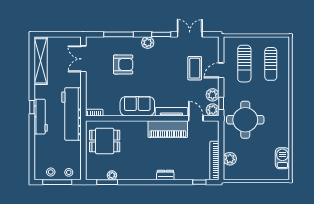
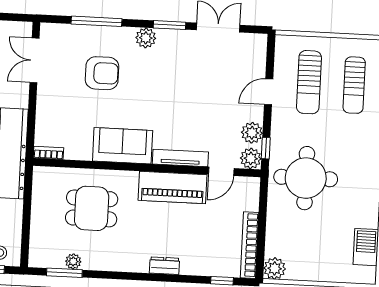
coffee table: (195, 68) -> (224, 86), removed
door: (196, 118) -> (221, 171), swing flipped
dining table: (105, 141) -> (92, 208), moved
plant: (230, 159) -> (275, 268), moved

